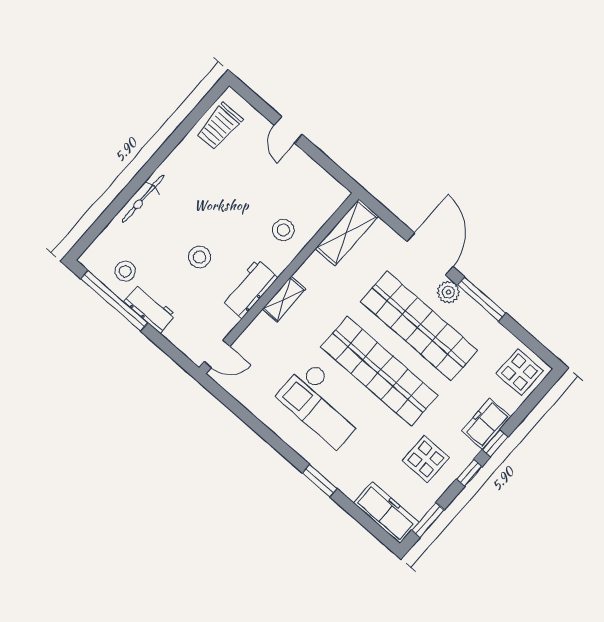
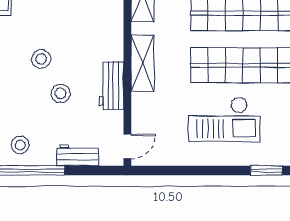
stool: (283, 230) -> (41, 59), moved
shelving: (284, 299) -> (142, 63), width x1.50, depth x1.33
workbench: (150, 308) -> (78, 155), moved

